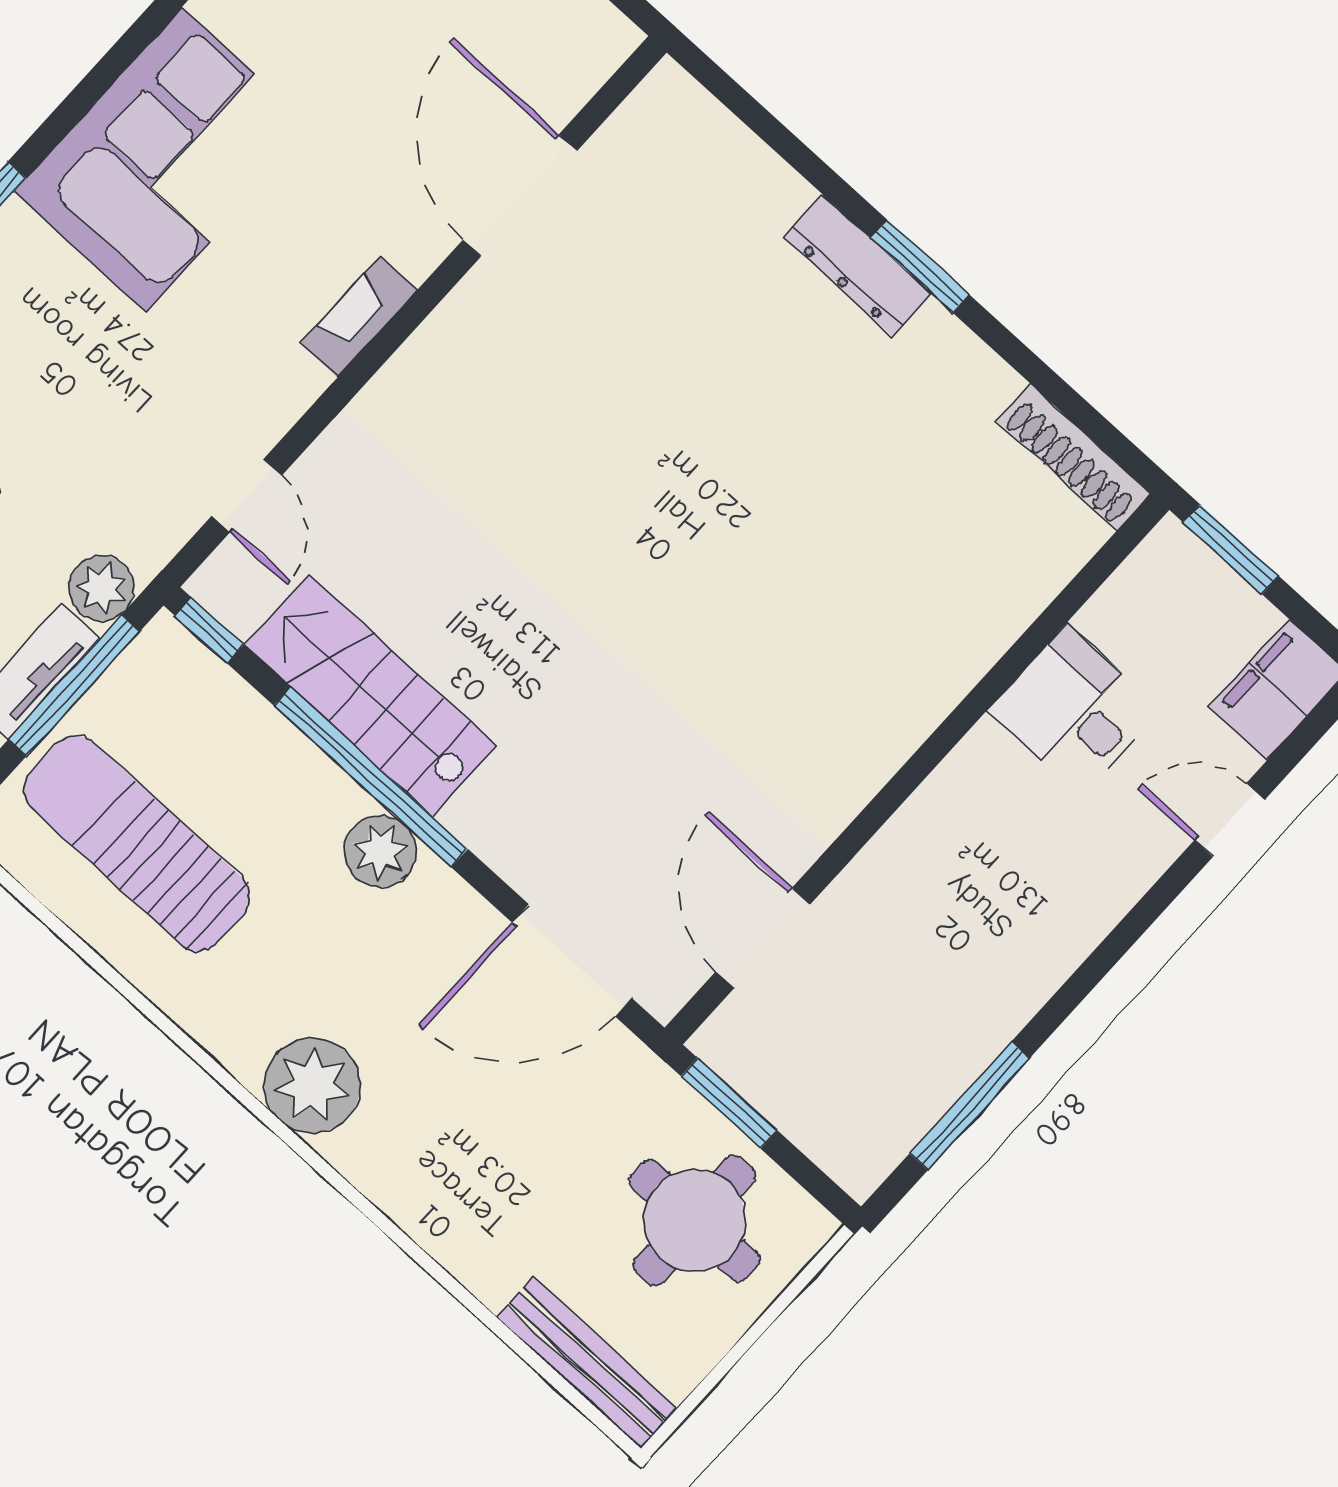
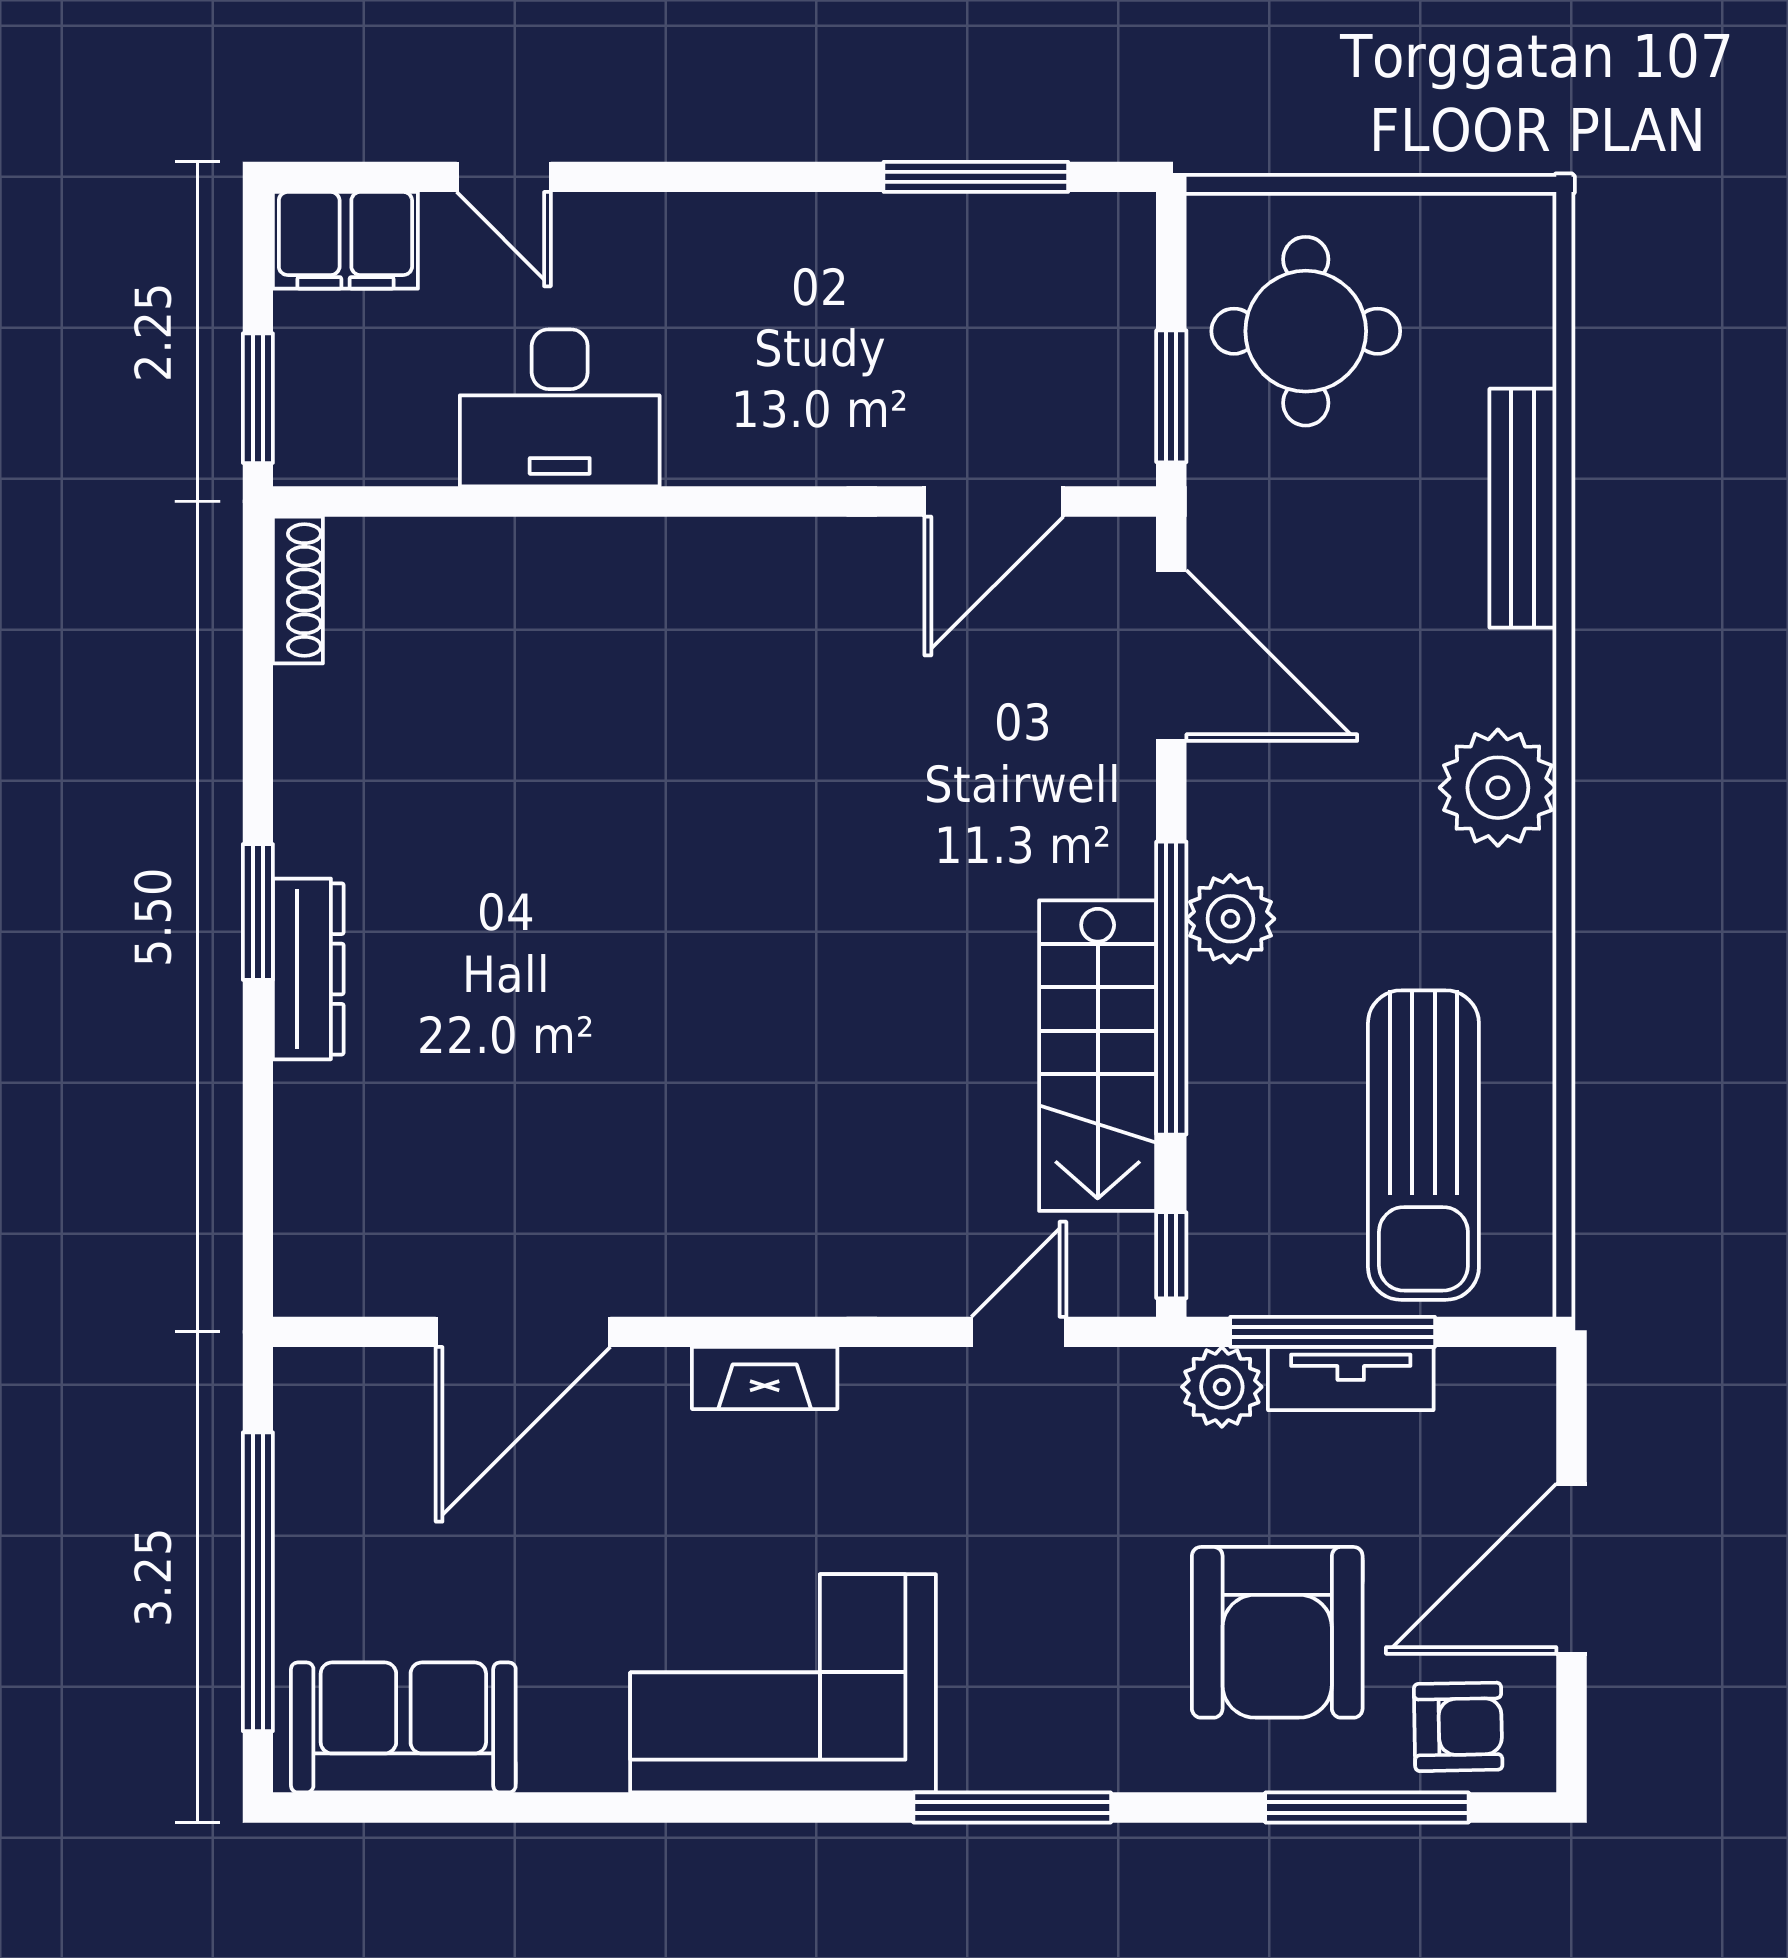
shoe rack: (1074, 457) -> (298, 590), width x0.74, depth x0.81
desk: (1074, 710) -> (560, 408), width x1.37
bench: (587, 1363) -> (1523, 508), moved

